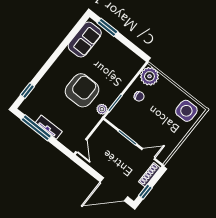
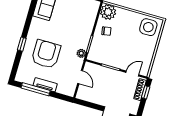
armchair: (82, 90) -> (46, 54), moved
window: (27, 91) -> (22, 44), moved
door: (81, 146) -> (80, 77), moved
window: (145, 192) -> (146, 92), moved

